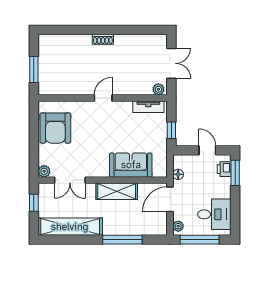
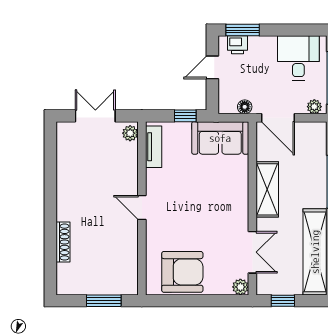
shoe rack: (103, 39) -> (63, 242), moved, width x1.43
sofa: (131, 165) -> (220, 138), moved, turned -90

